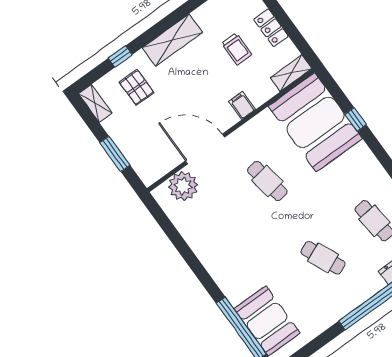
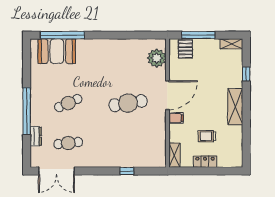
pallet: (137, 87) -> (185, 49), moved, turned 90
booth: (315, 122) -> (140, 149), removed
door: (205, 149) -> (167, 95), moved
window: (115, 154) -> (198, 35), width x1.44
cafe table: (267, 181) -> (128, 103), width x1.37, depth x1.35

